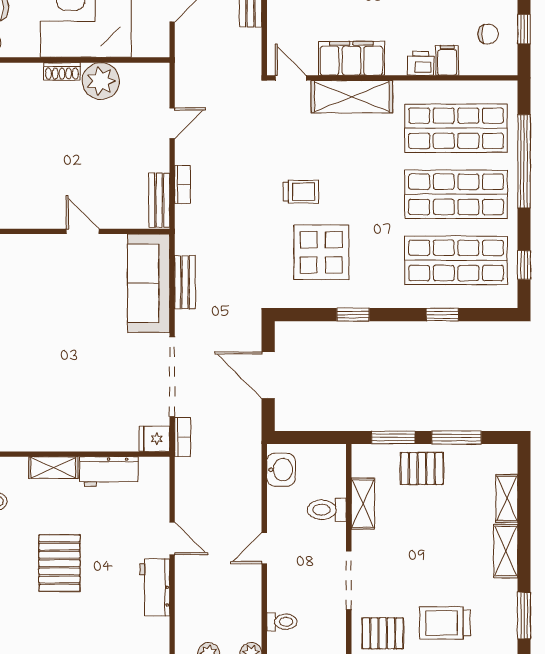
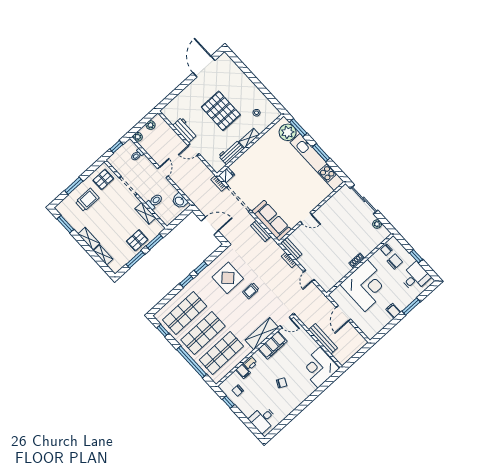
plant: (101, 81) -> (342, 269), removed
window: (442, 315) -> (187, 281), moved
pallet: (59, 563) -> (221, 111), width x1.37, depth x1.41

